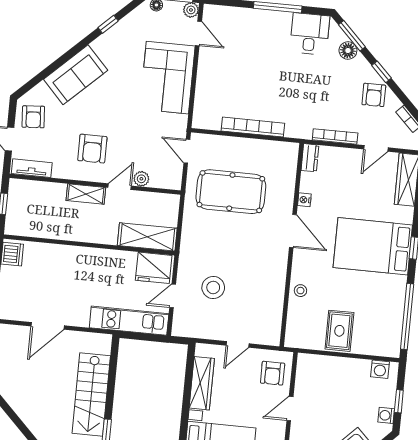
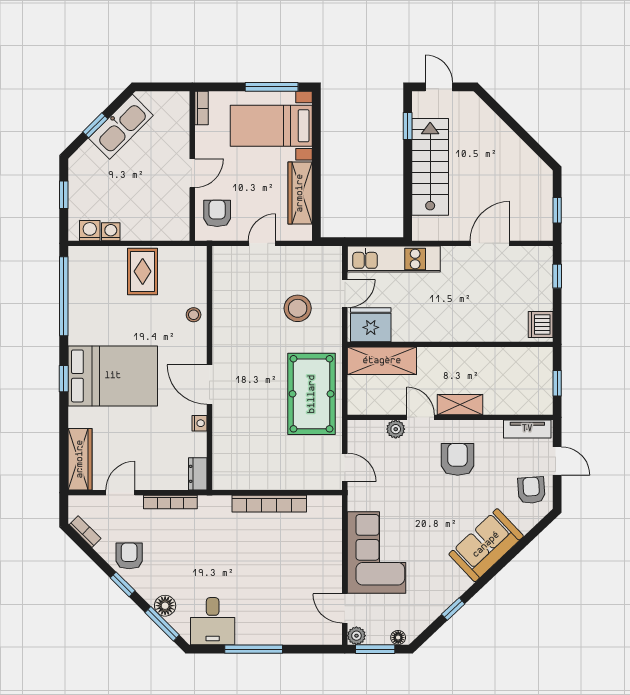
door: (120, 187) -> (421, 417), swing flipped
pool table: (231, 192) -> (312, 394), moved, turned 90
washing machine: (386, 415) -> (111, 232), moved, turned -90

